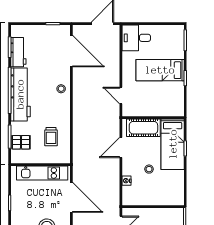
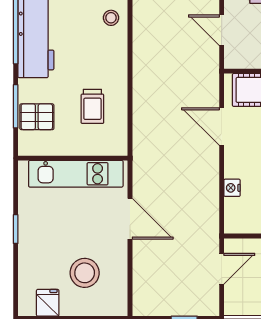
door: (121, 148) -> (222, 127), hinge flipped
door: (71, 197) -> (130, 219), width x0.73

